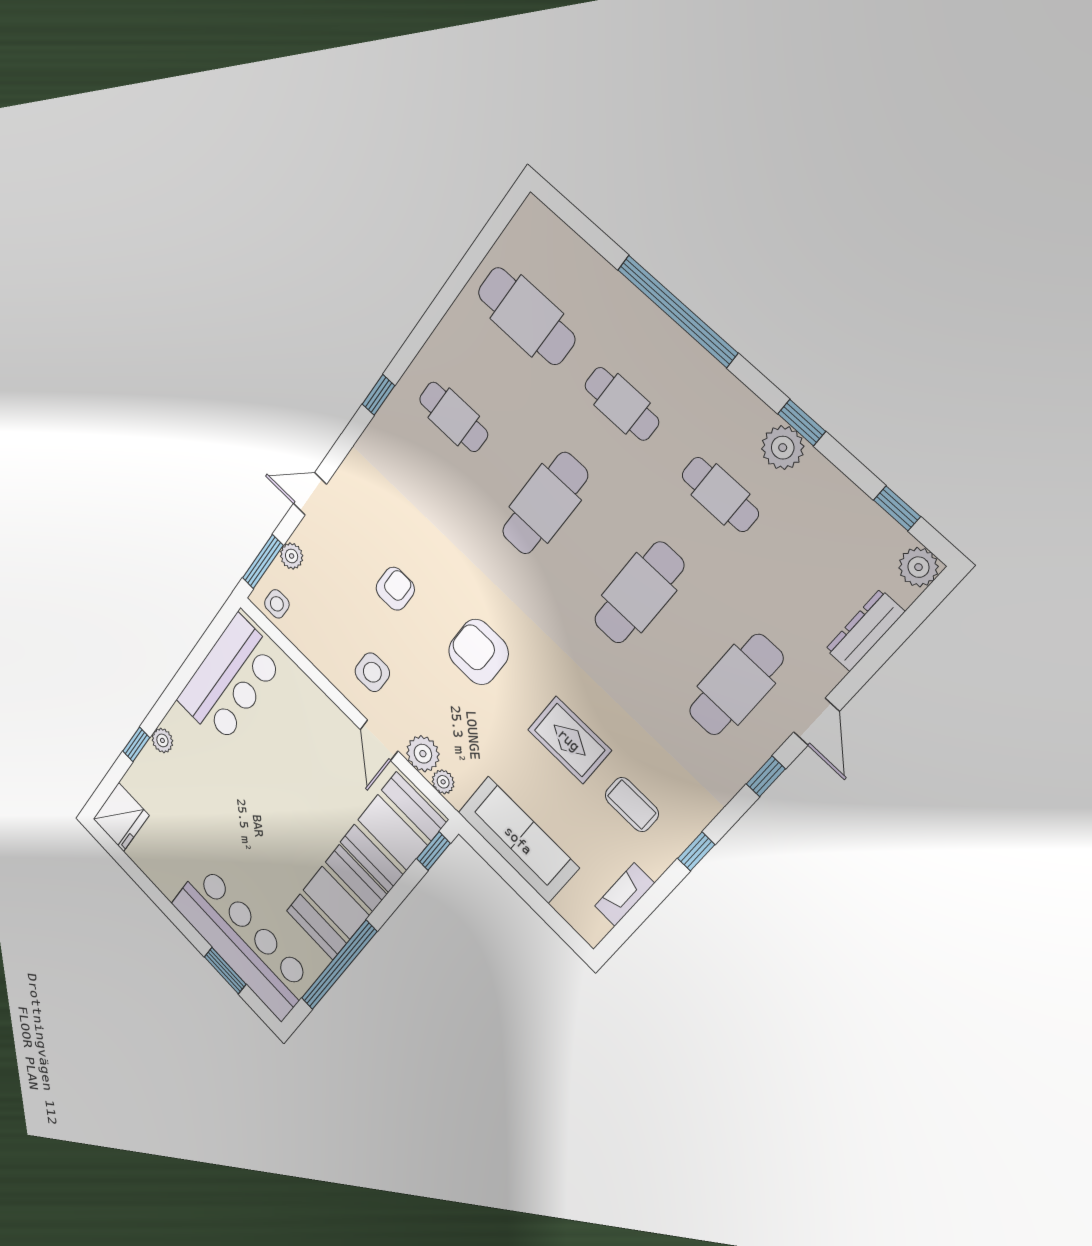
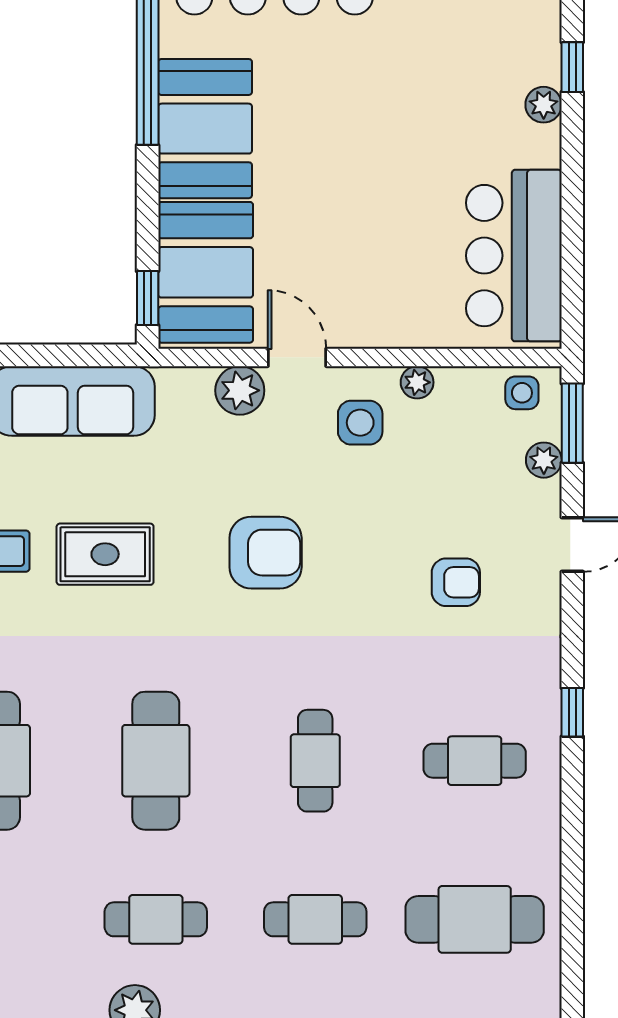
cafe table: (545, 503) -> (315, 761), width x0.73, depth x0.74
armchair: (395, 589) -> (456, 582), moved, turned -90
plant: (443, 782) -> (417, 382), moved

